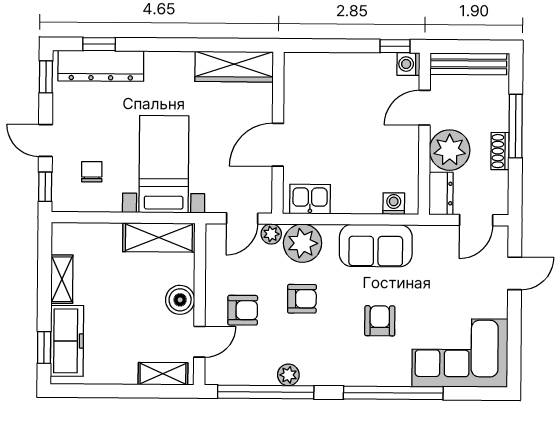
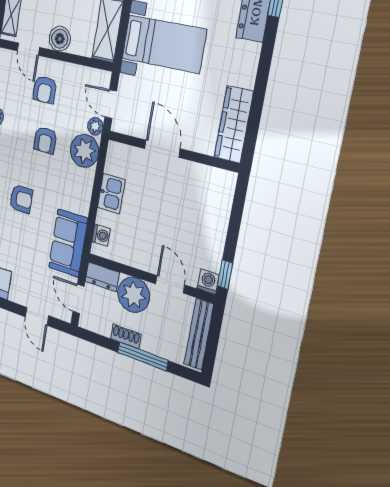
kitchen sink: (310, 199) -> (111, 194), moved
sofa: (376, 246) -> (68, 243), moved

